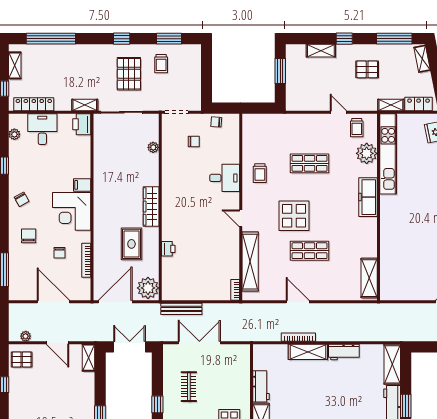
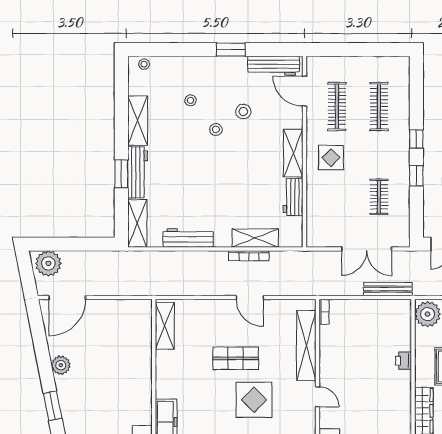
shelving: (308, 352) -> (255, 238), moved
workbench: (344, 352) -> (188, 238), width x1.38

